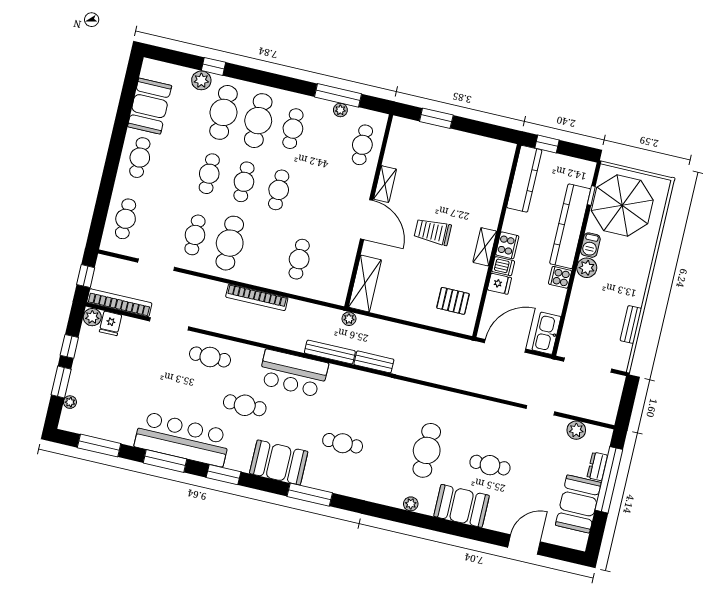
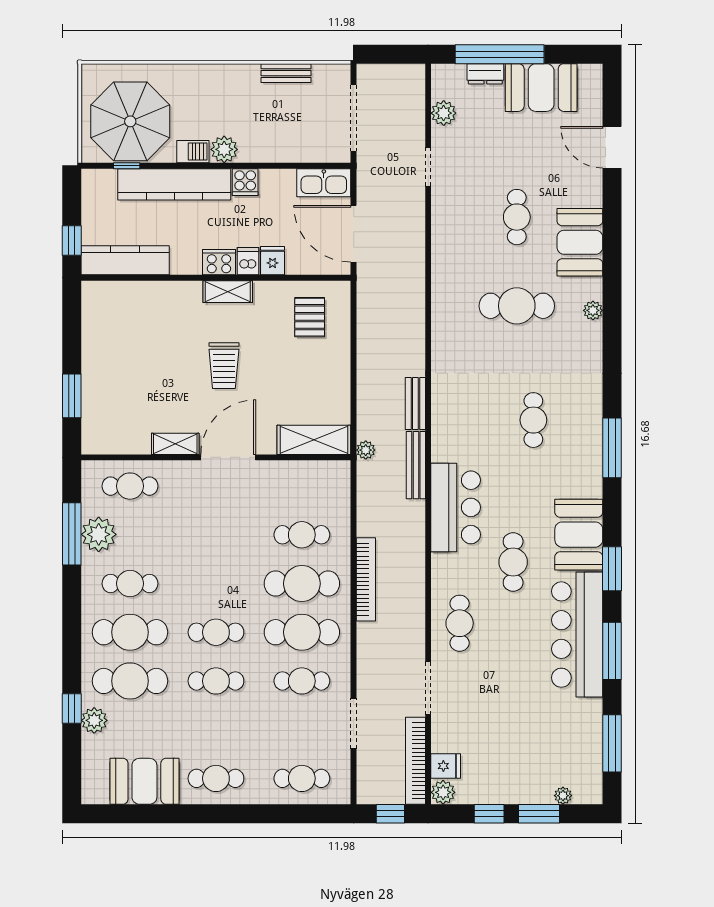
plant: (340, 110) -> (99, 534), width x1.88, depth x1.88
cafe table: (279, 190) -> (302, 584), moved, width x1.37, depth x1.35
booth: (279, 462) -> (579, 535), moved

